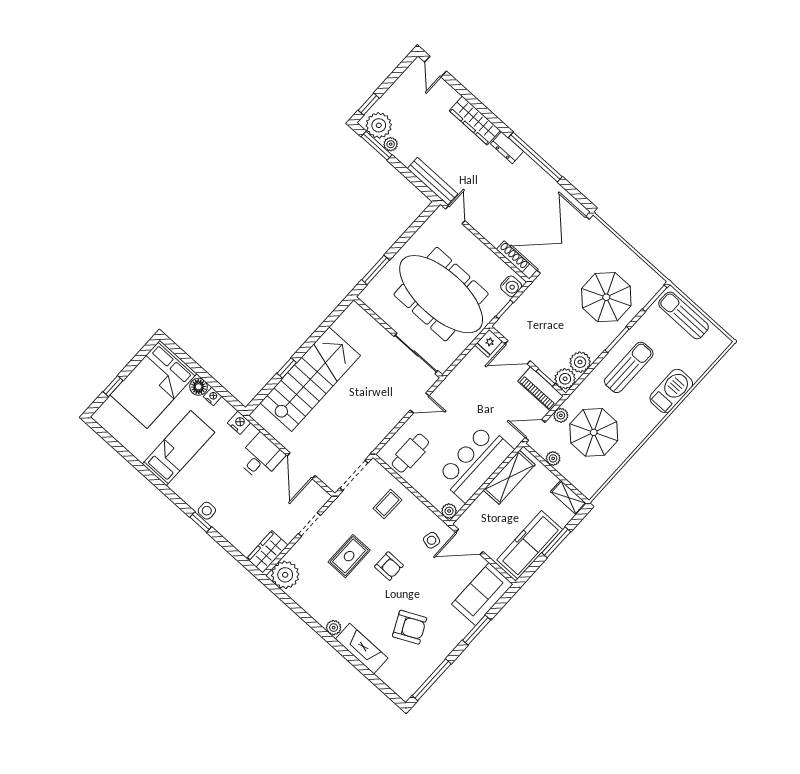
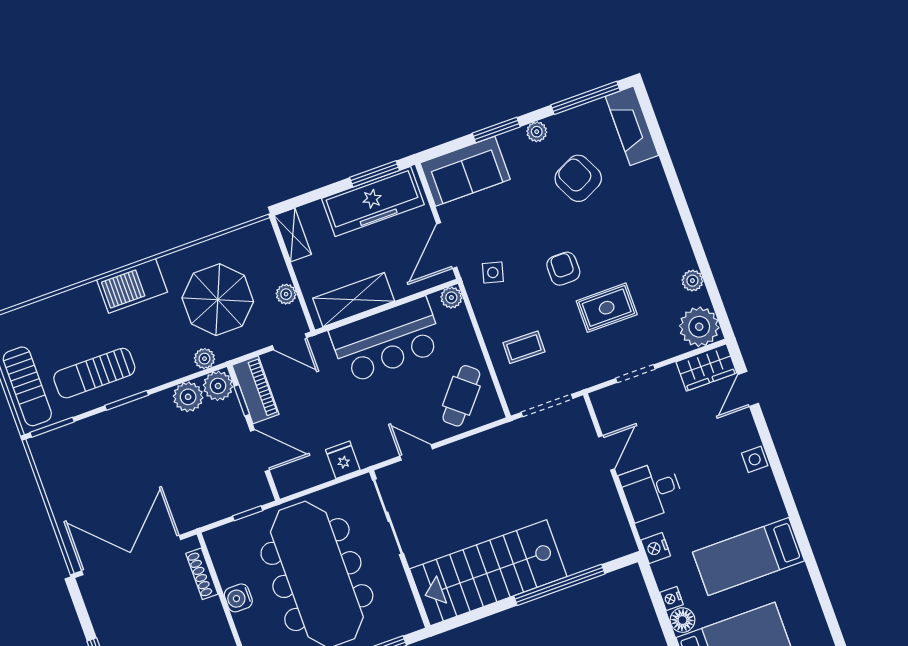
double door: (563, 245) -> (131, 555), swing flipped
water cooler: (511, 286) -> (238, 598), moved, turned -90
parasol: (606, 297) -> (112, 461), removed
fridge: (489, 343) -> (343, 460), moved, turned -90
sun lounger: (629, 367) -> (94, 373), moved
window: (287, 368) -> (559, 585), width x3.17
stairs: (310, 379) -> (488, 573), moved
barbecue: (671, 391) -> (132, 286), moved
plant: (561, 415) -> (204, 359), moved
cafe table: (410, 453) -> (461, 396), turned -50
door: (301, 466) -> (607, 453), width x0.73
window: (201, 522) -> (770, 449), removed
door: (469, 542) -> (447, 245), swing flipped
window: (556, 542) -> (375, 174), moved
door: (234, 552) -> (748, 389), added
plant: (334, 628) -> (692, 281), moved
plant: (451, 642) -> (537, 132), added
fireplace: (362, 649) -> (632, 126), moved

